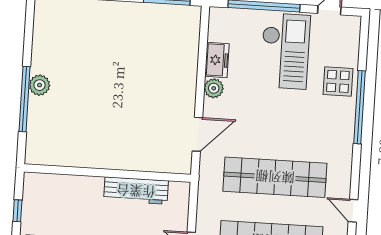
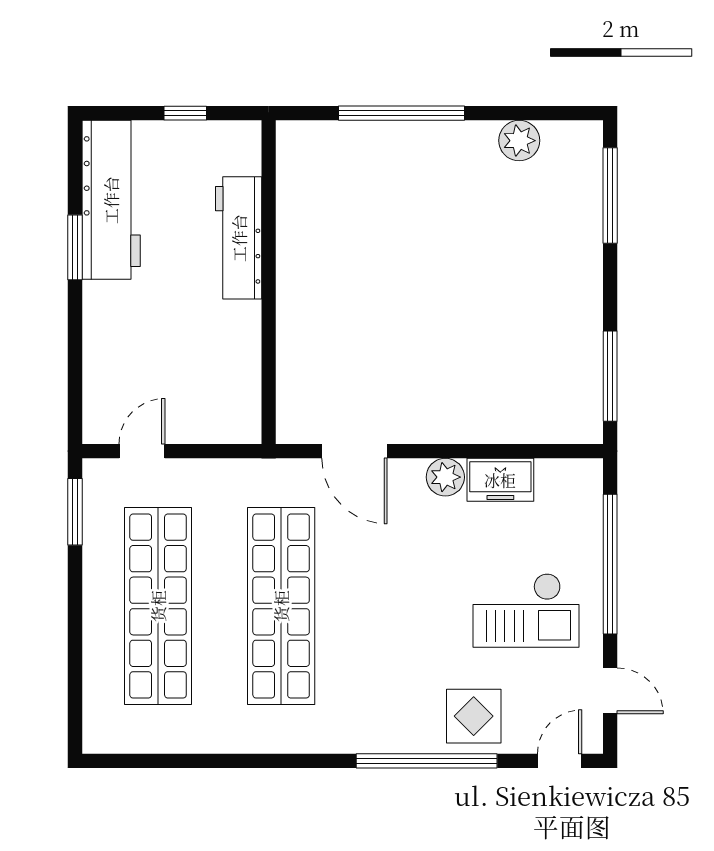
checkout: (285, 51) -> (526, 610), width x0.73, depth x0.83
plant: (40, 85) -> (519, 141), moved
workbench: (136, 191) -> (239, 238), moved
door: (353, 211) -> (560, 761), moved

